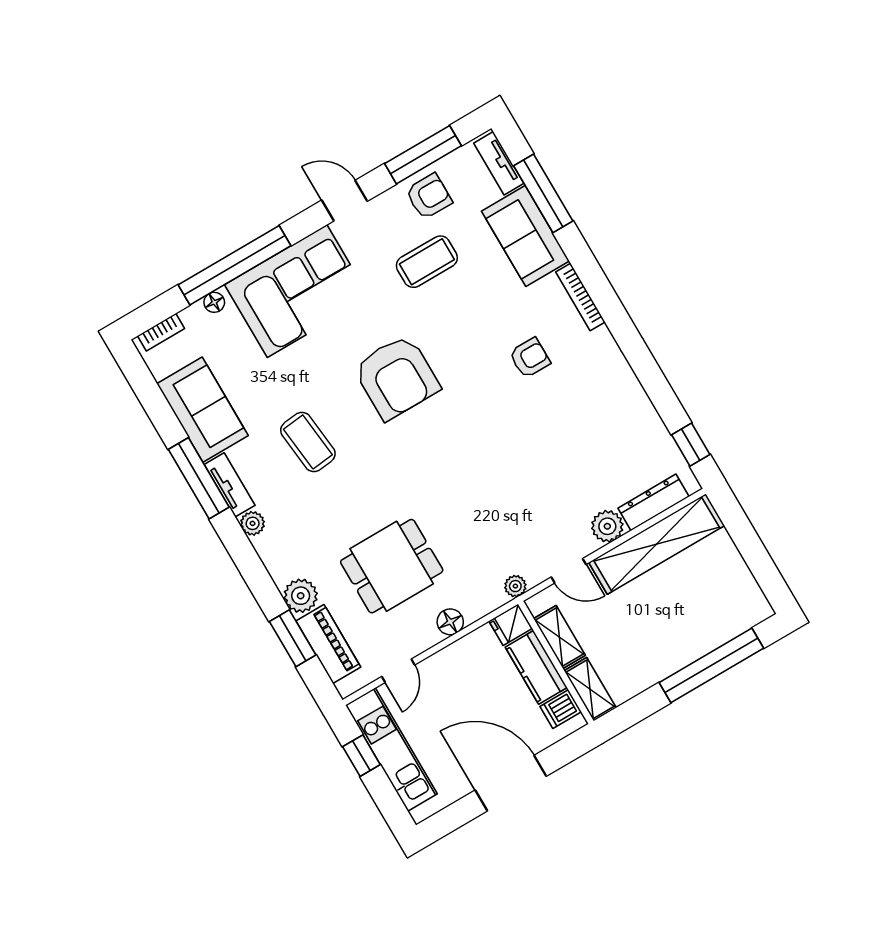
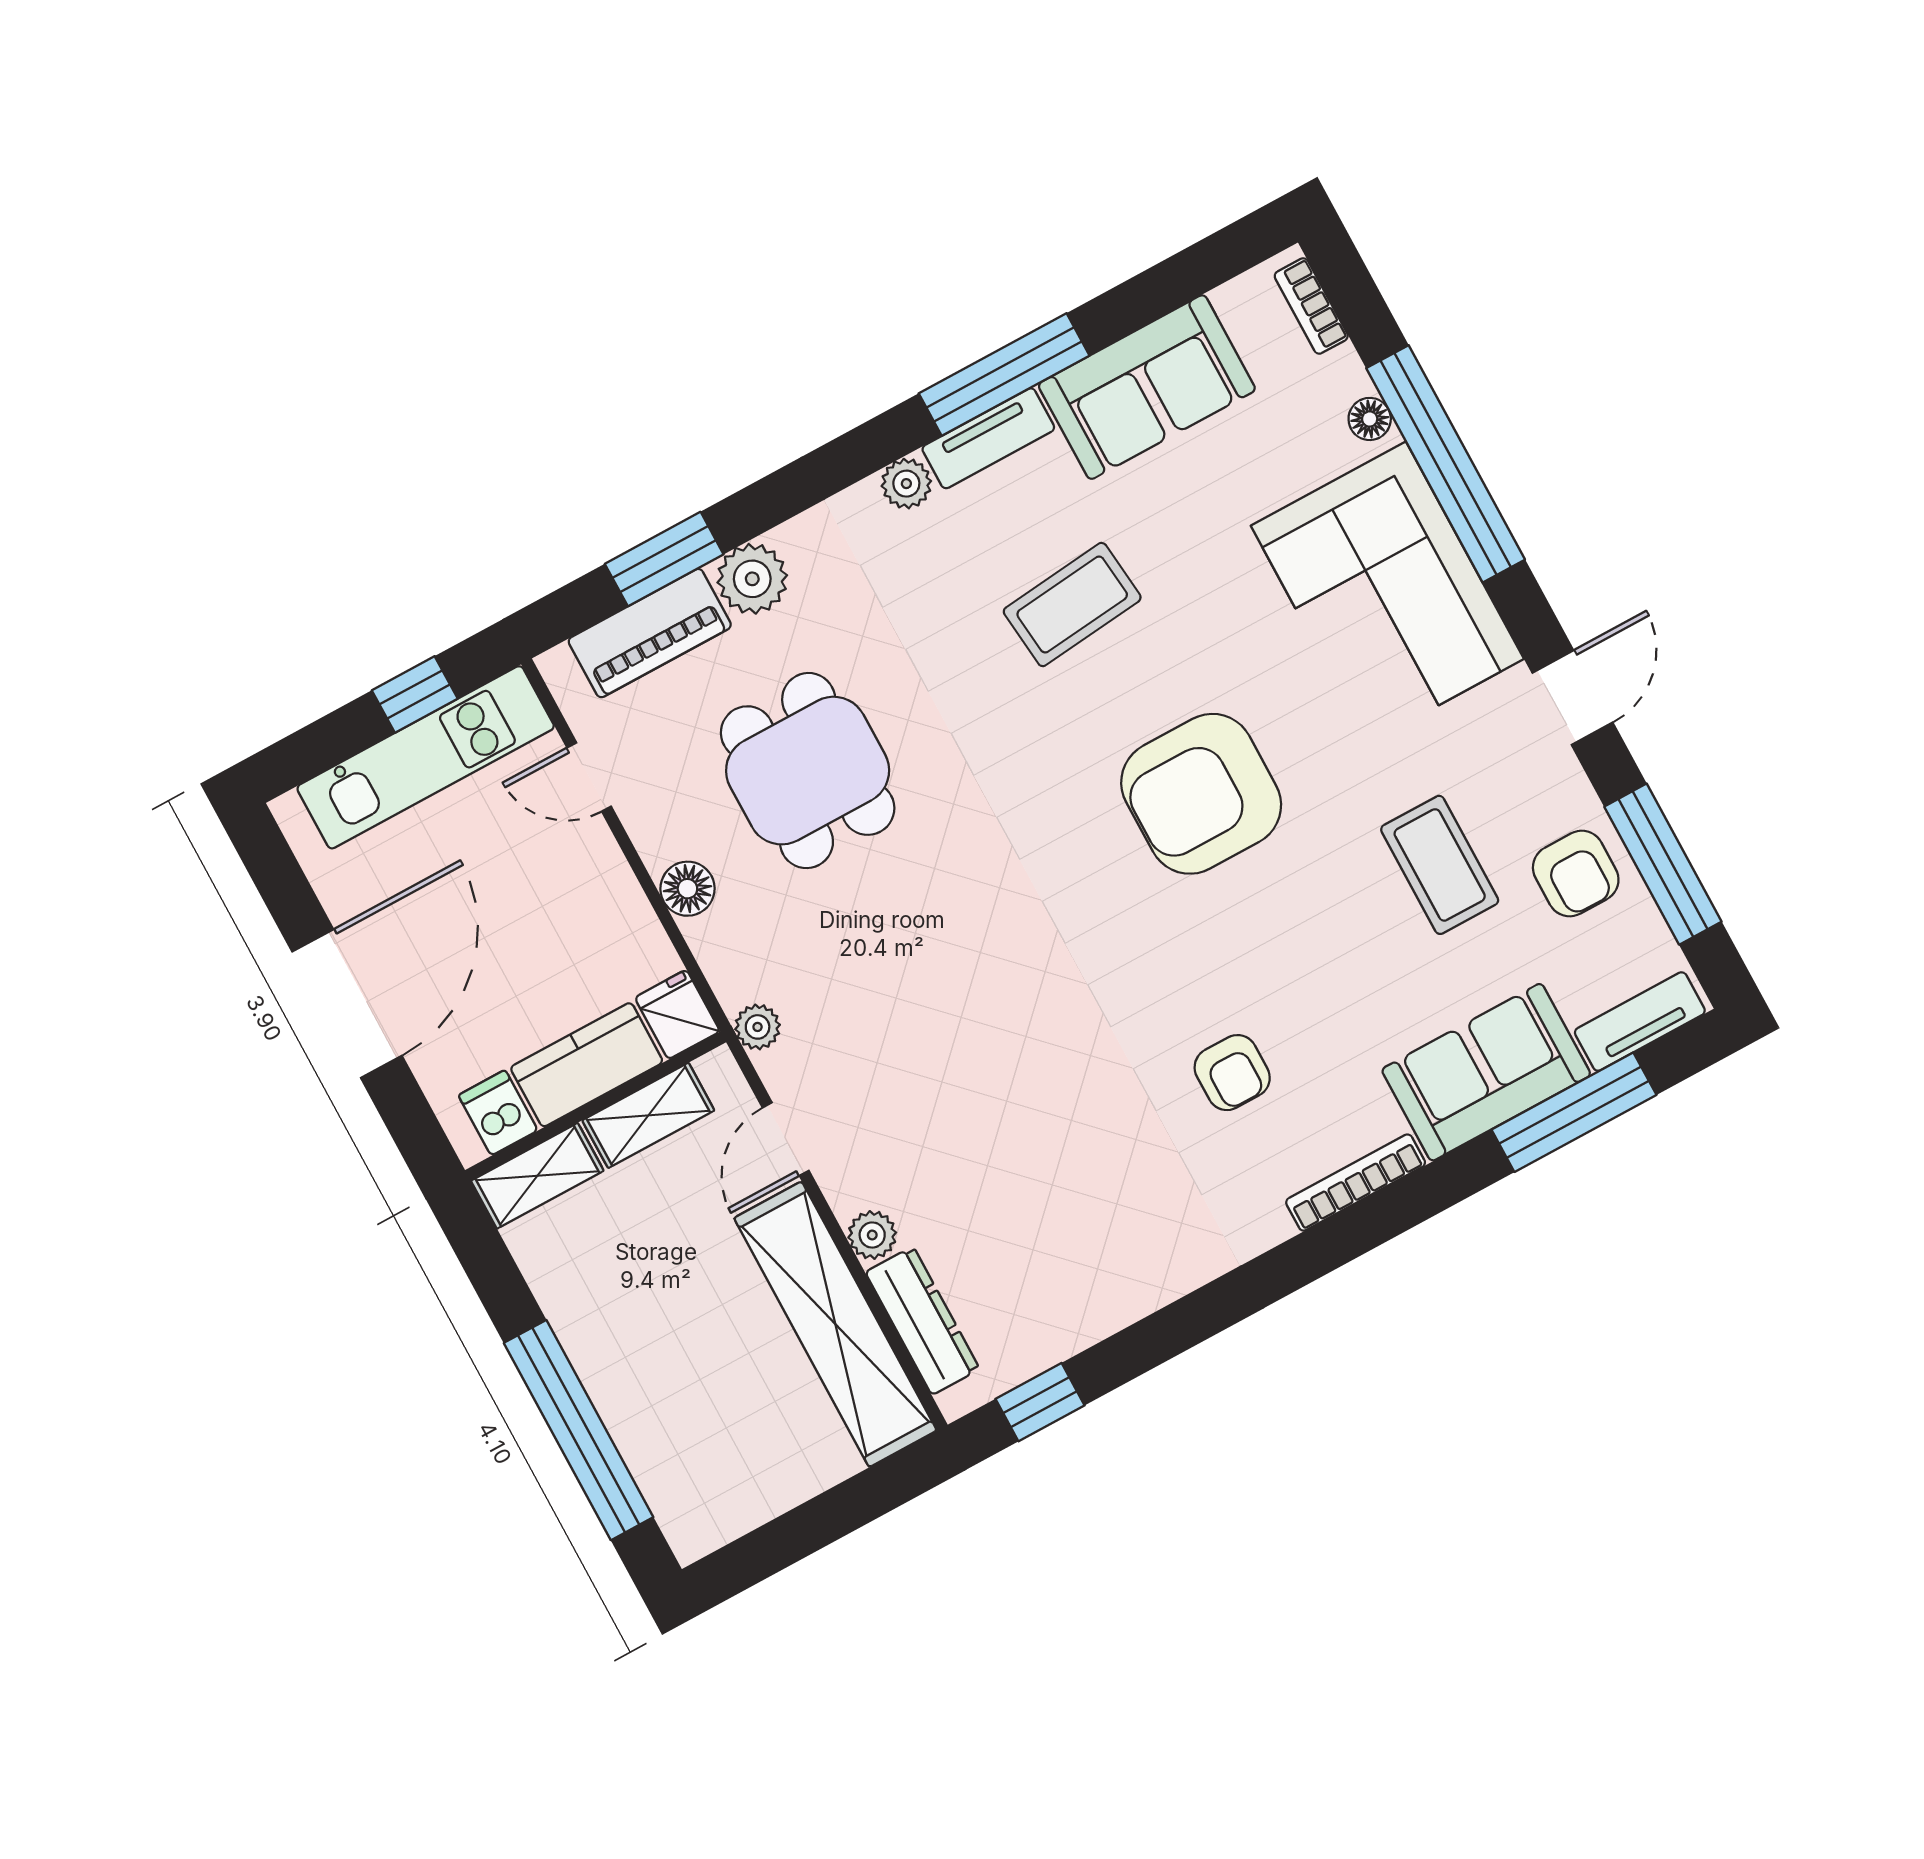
plant: (607, 526) -> (872, 1235), width x0.73, depth x0.73

